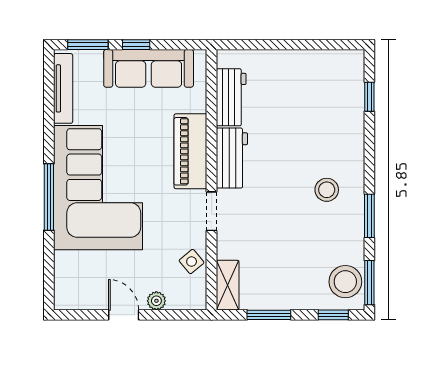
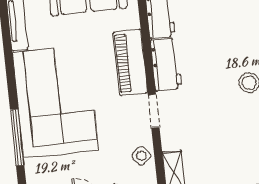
window: (49, 197) -> (17, 138), moved

